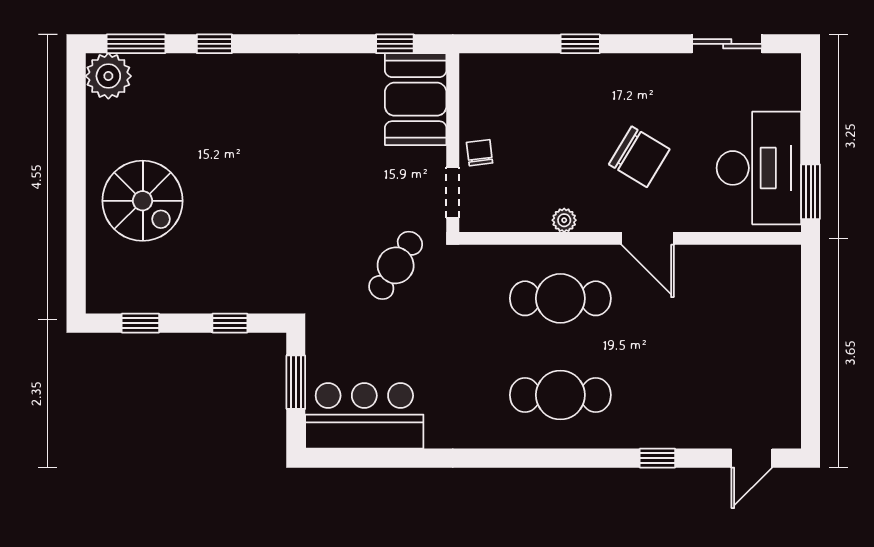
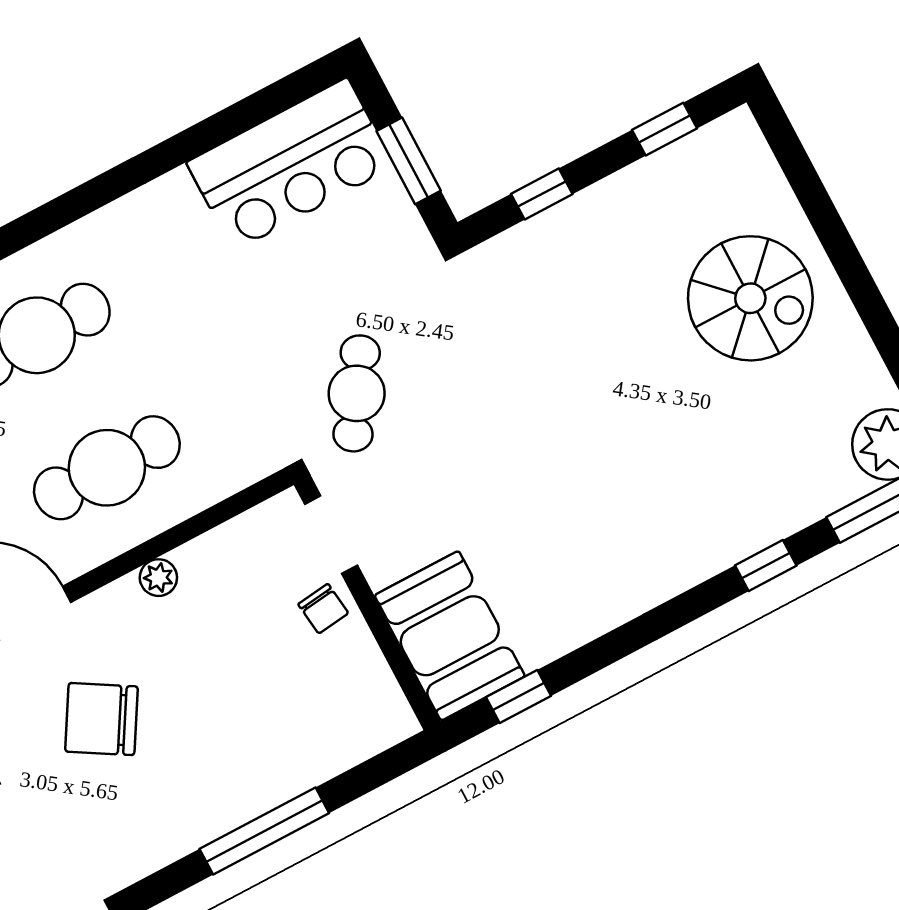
window: (580, 44) -> (264, 831), width x2.17
spiral stairs: (143, 201) -> (750, 298), turned 180

